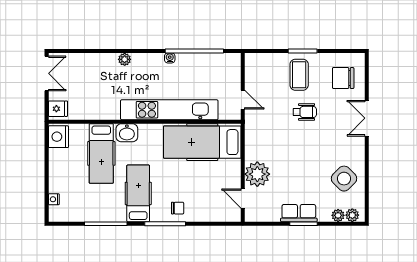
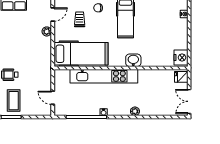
door: (243, 100) -> (53, 98), moved
hospital bed: (101, 153) -> (151, 46), removed
plant: (257, 174) -> (47, 31), width x0.53, depth x0.53
trolley: (204, 192) -> (80, 19), added
door: (243, 199) -> (53, 14), hinge flipped

